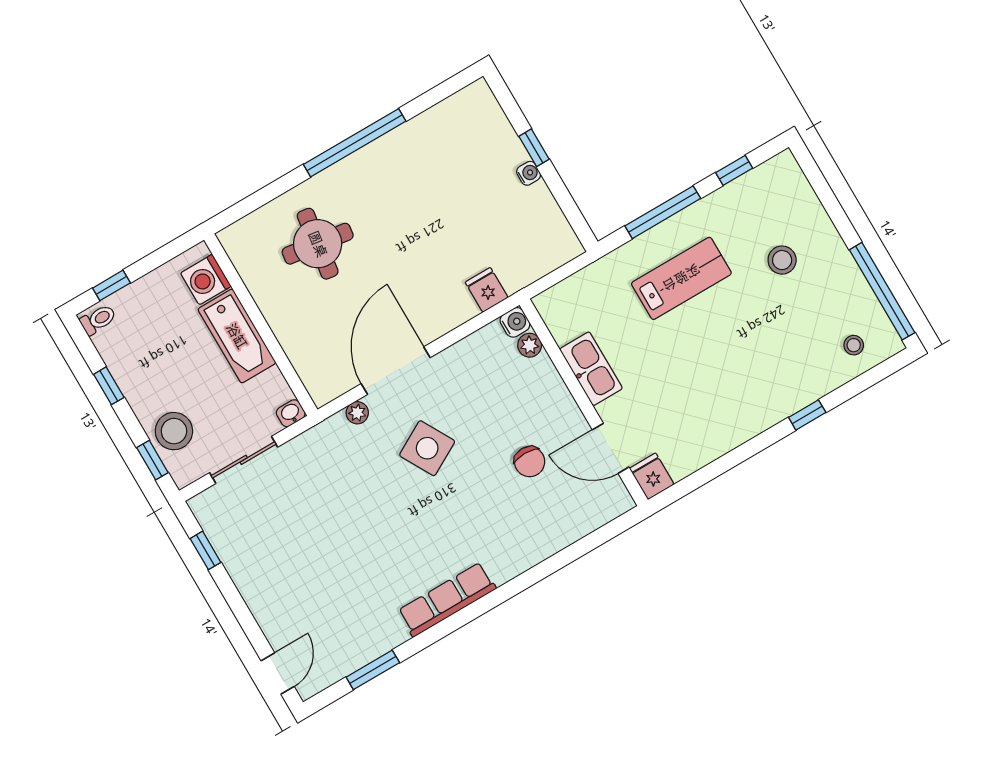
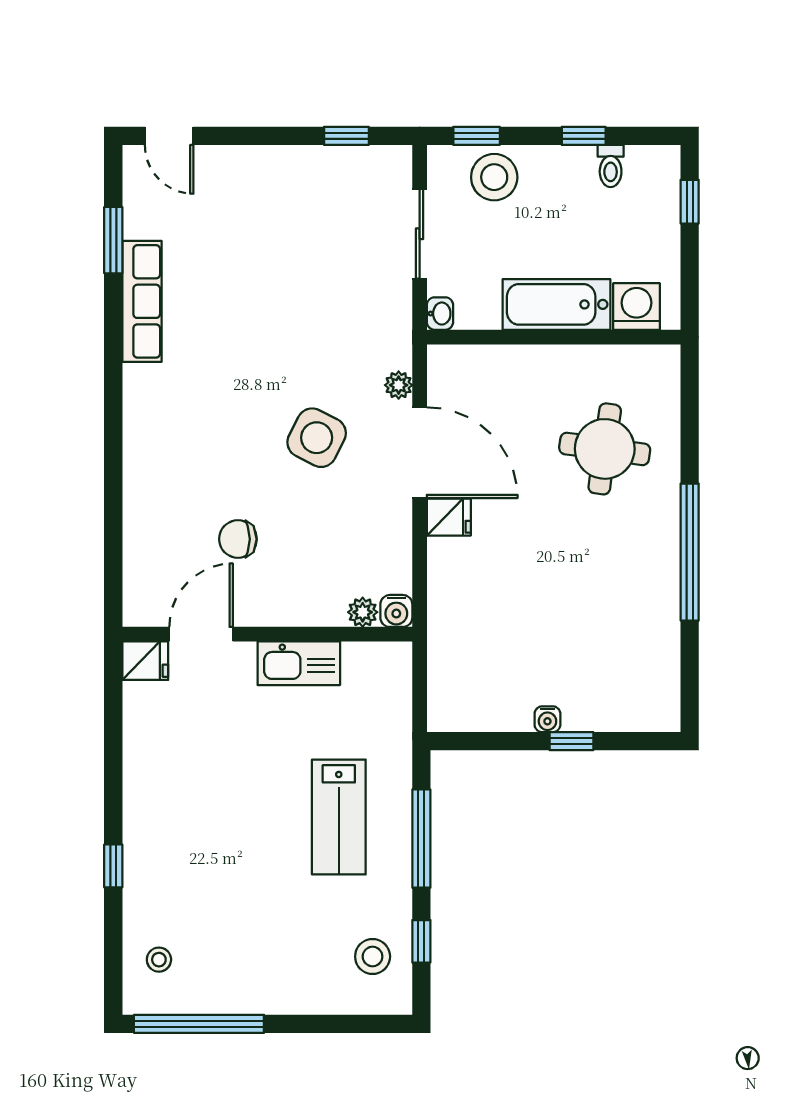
stool: (782, 260) -> (373, 957), moved
fridge: (487, 290) -> (449, 517), moved
toilet: (98, 320) -> (611, 166), moved
side table: (427, 448) -> (317, 438), turned -34
row of seats: (447, 600) -> (142, 301), moved

